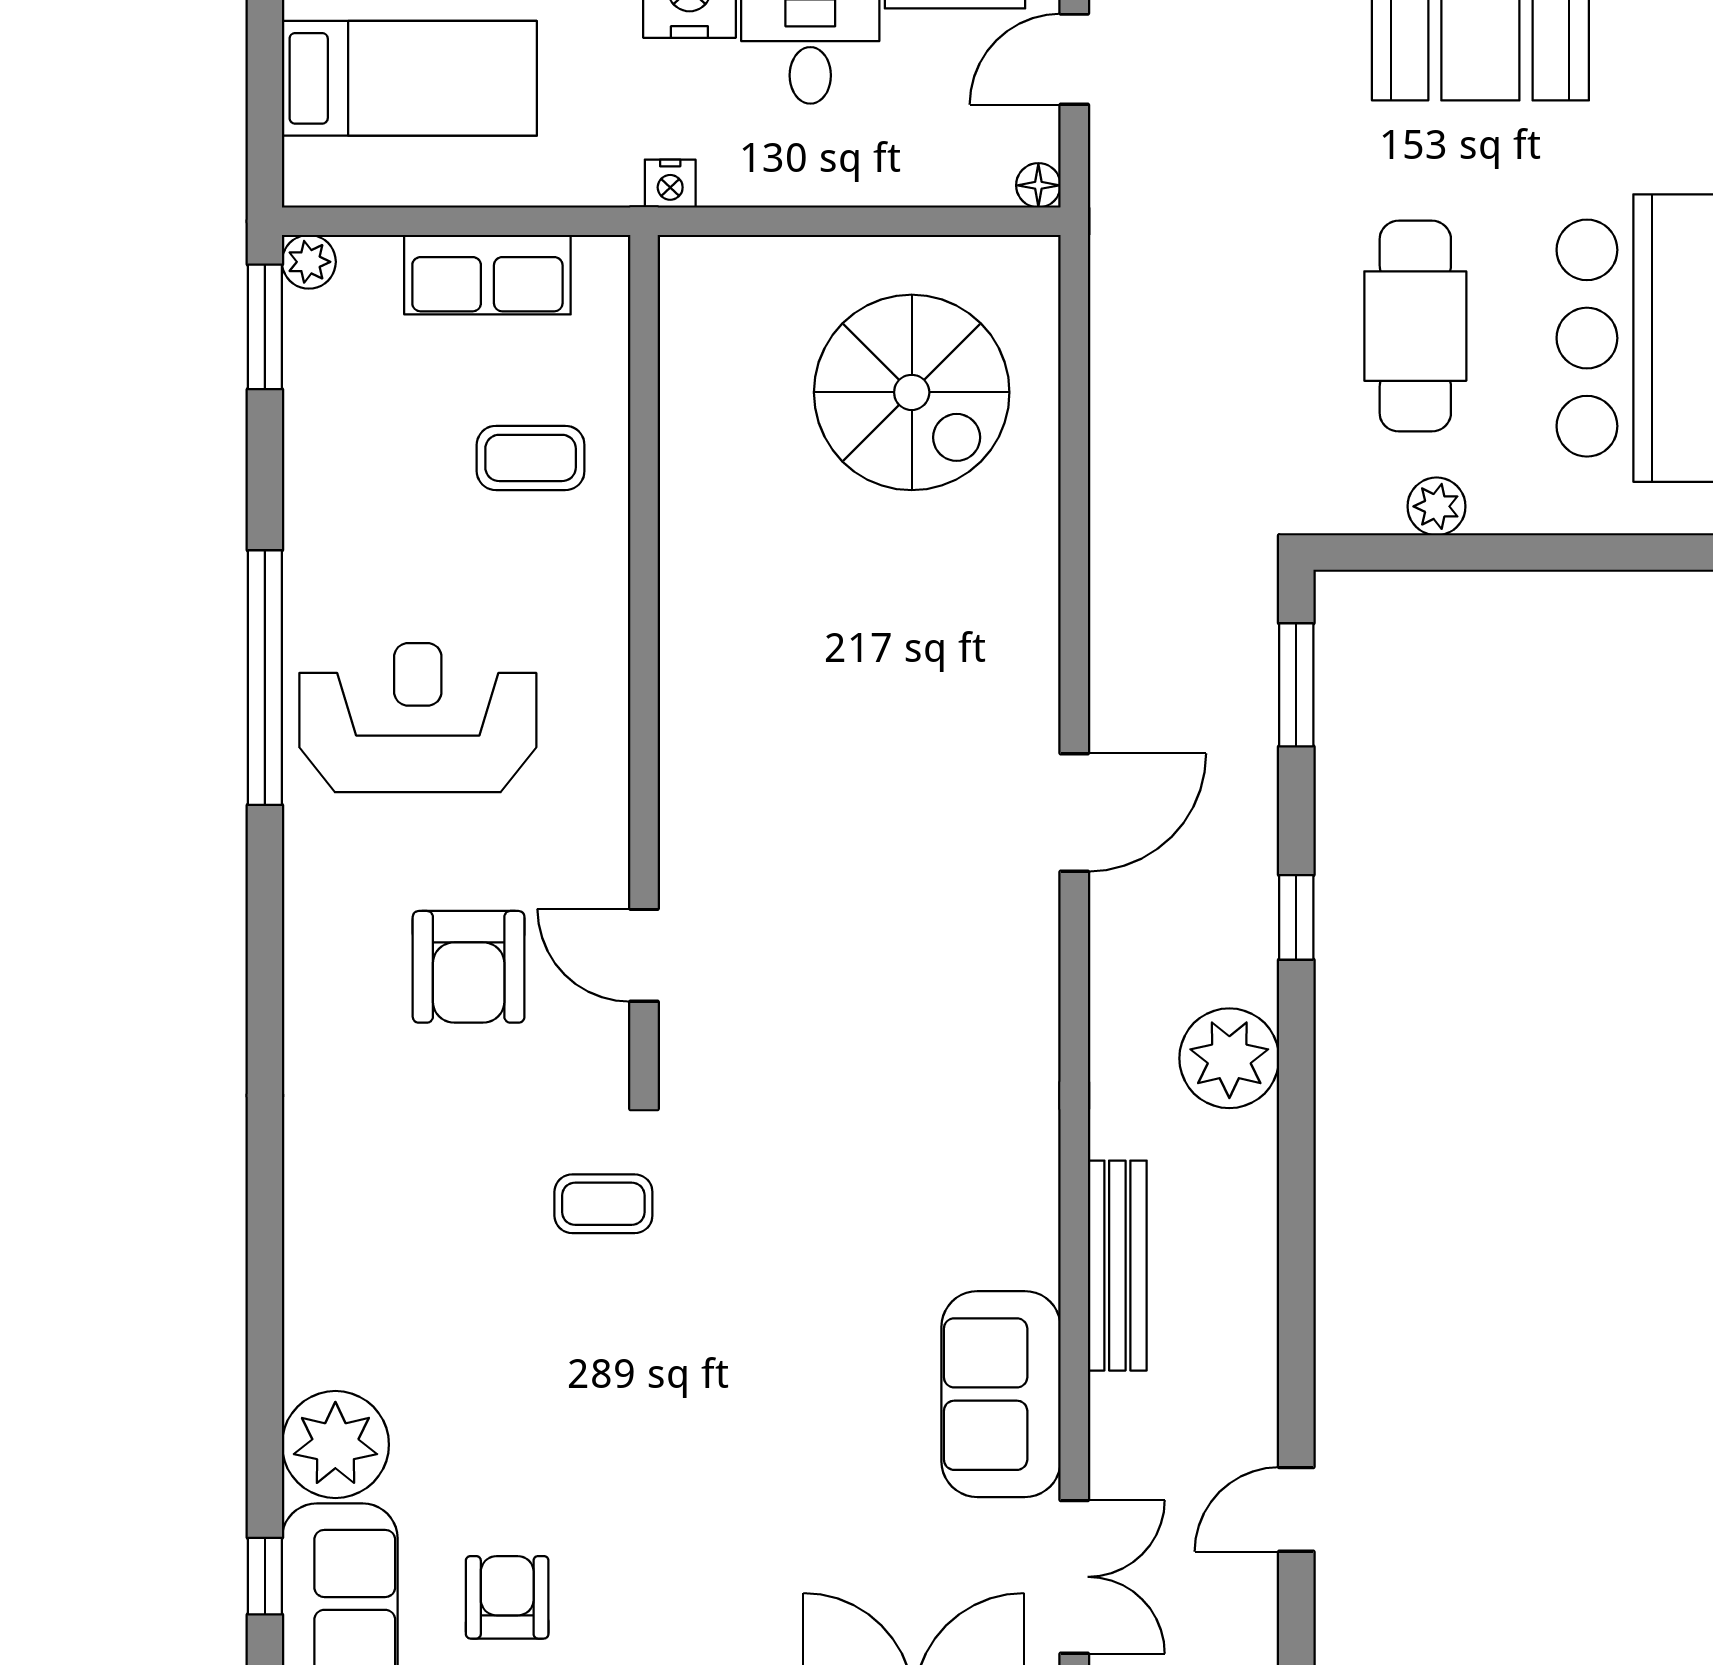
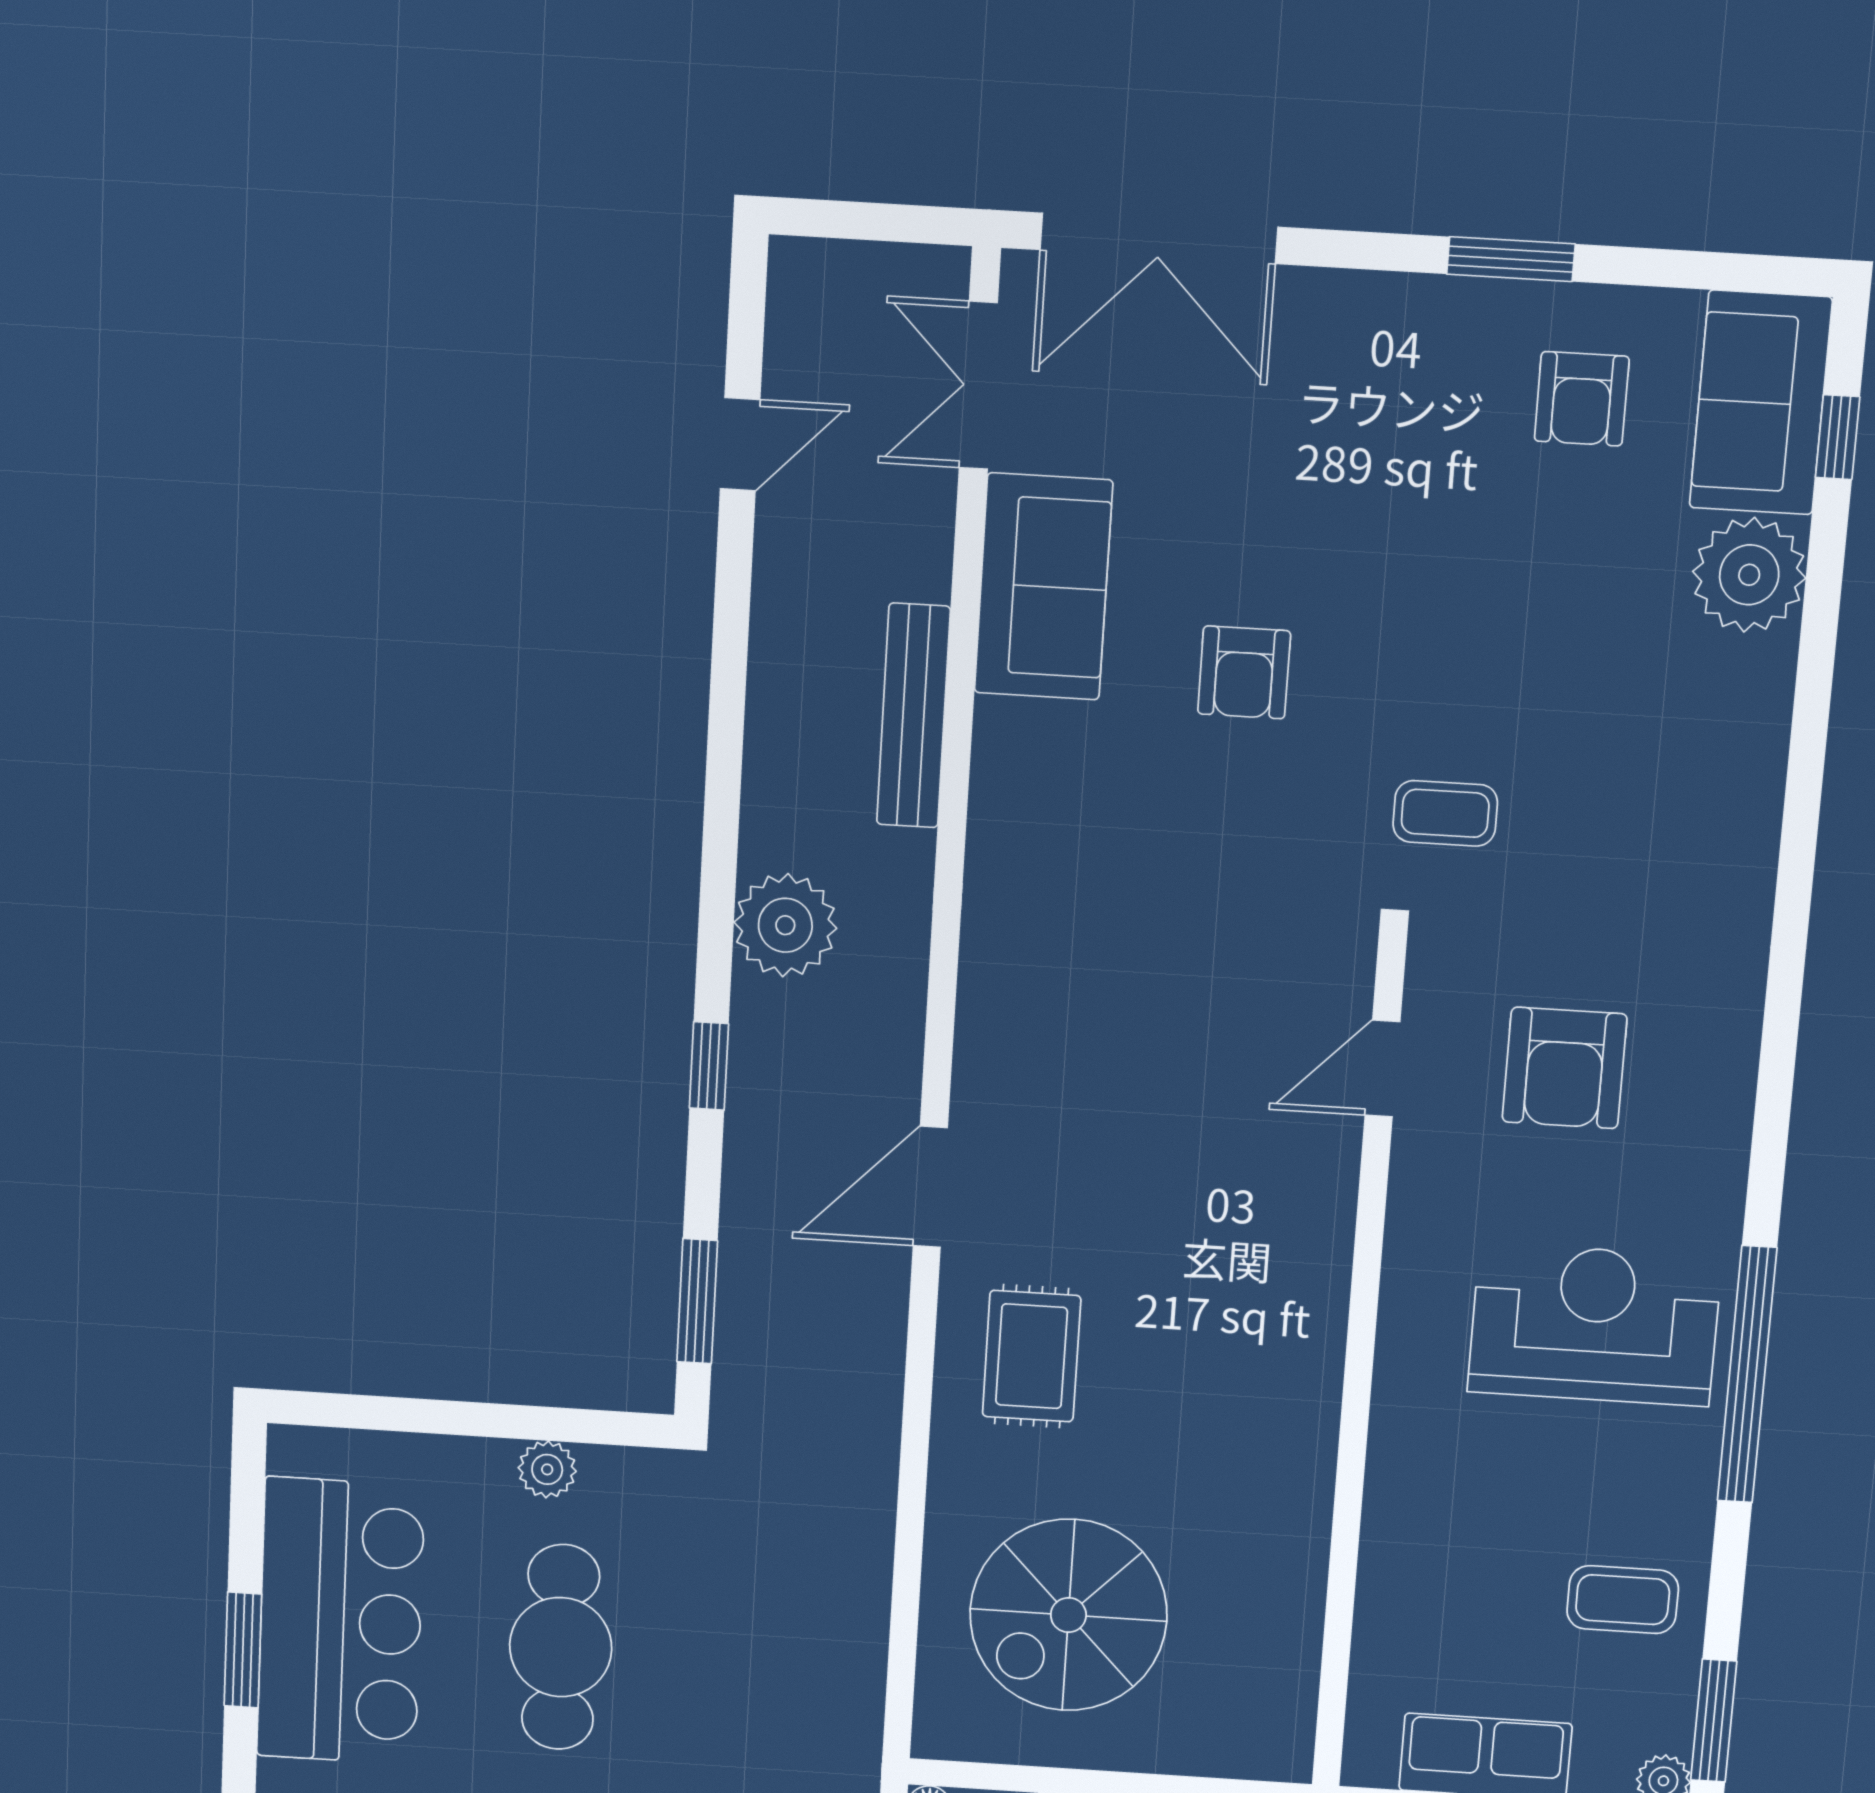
spiral stairs: (912, 392) -> (1068, 1615), turned -90
coffee table: (531, 458) -> (1623, 1600), moved
rug: (965, 651) -> (1032, 1356), added
reception desk: (418, 718) -> (1594, 1325), turned 180
door: (644, 955) -> (1382, 1069), swing flipped
armchair: (469, 967) -> (1565, 1068), turned 180
armchair: (805, 1325) -> (1244, 672), added

